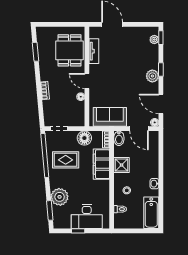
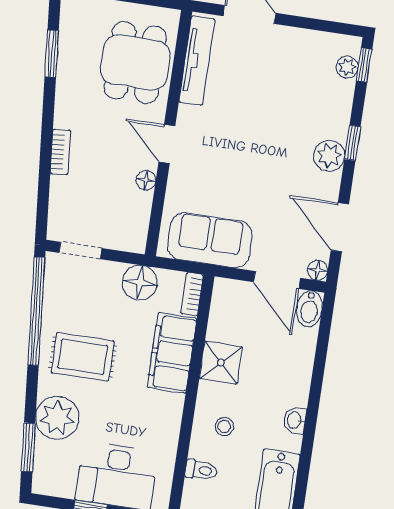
tv unit: (94, 51) -> (197, 61), width x1.41
bidet: (119, 138) -> (309, 309), moved
rug: (66, 160) -> (83, 357), moved

